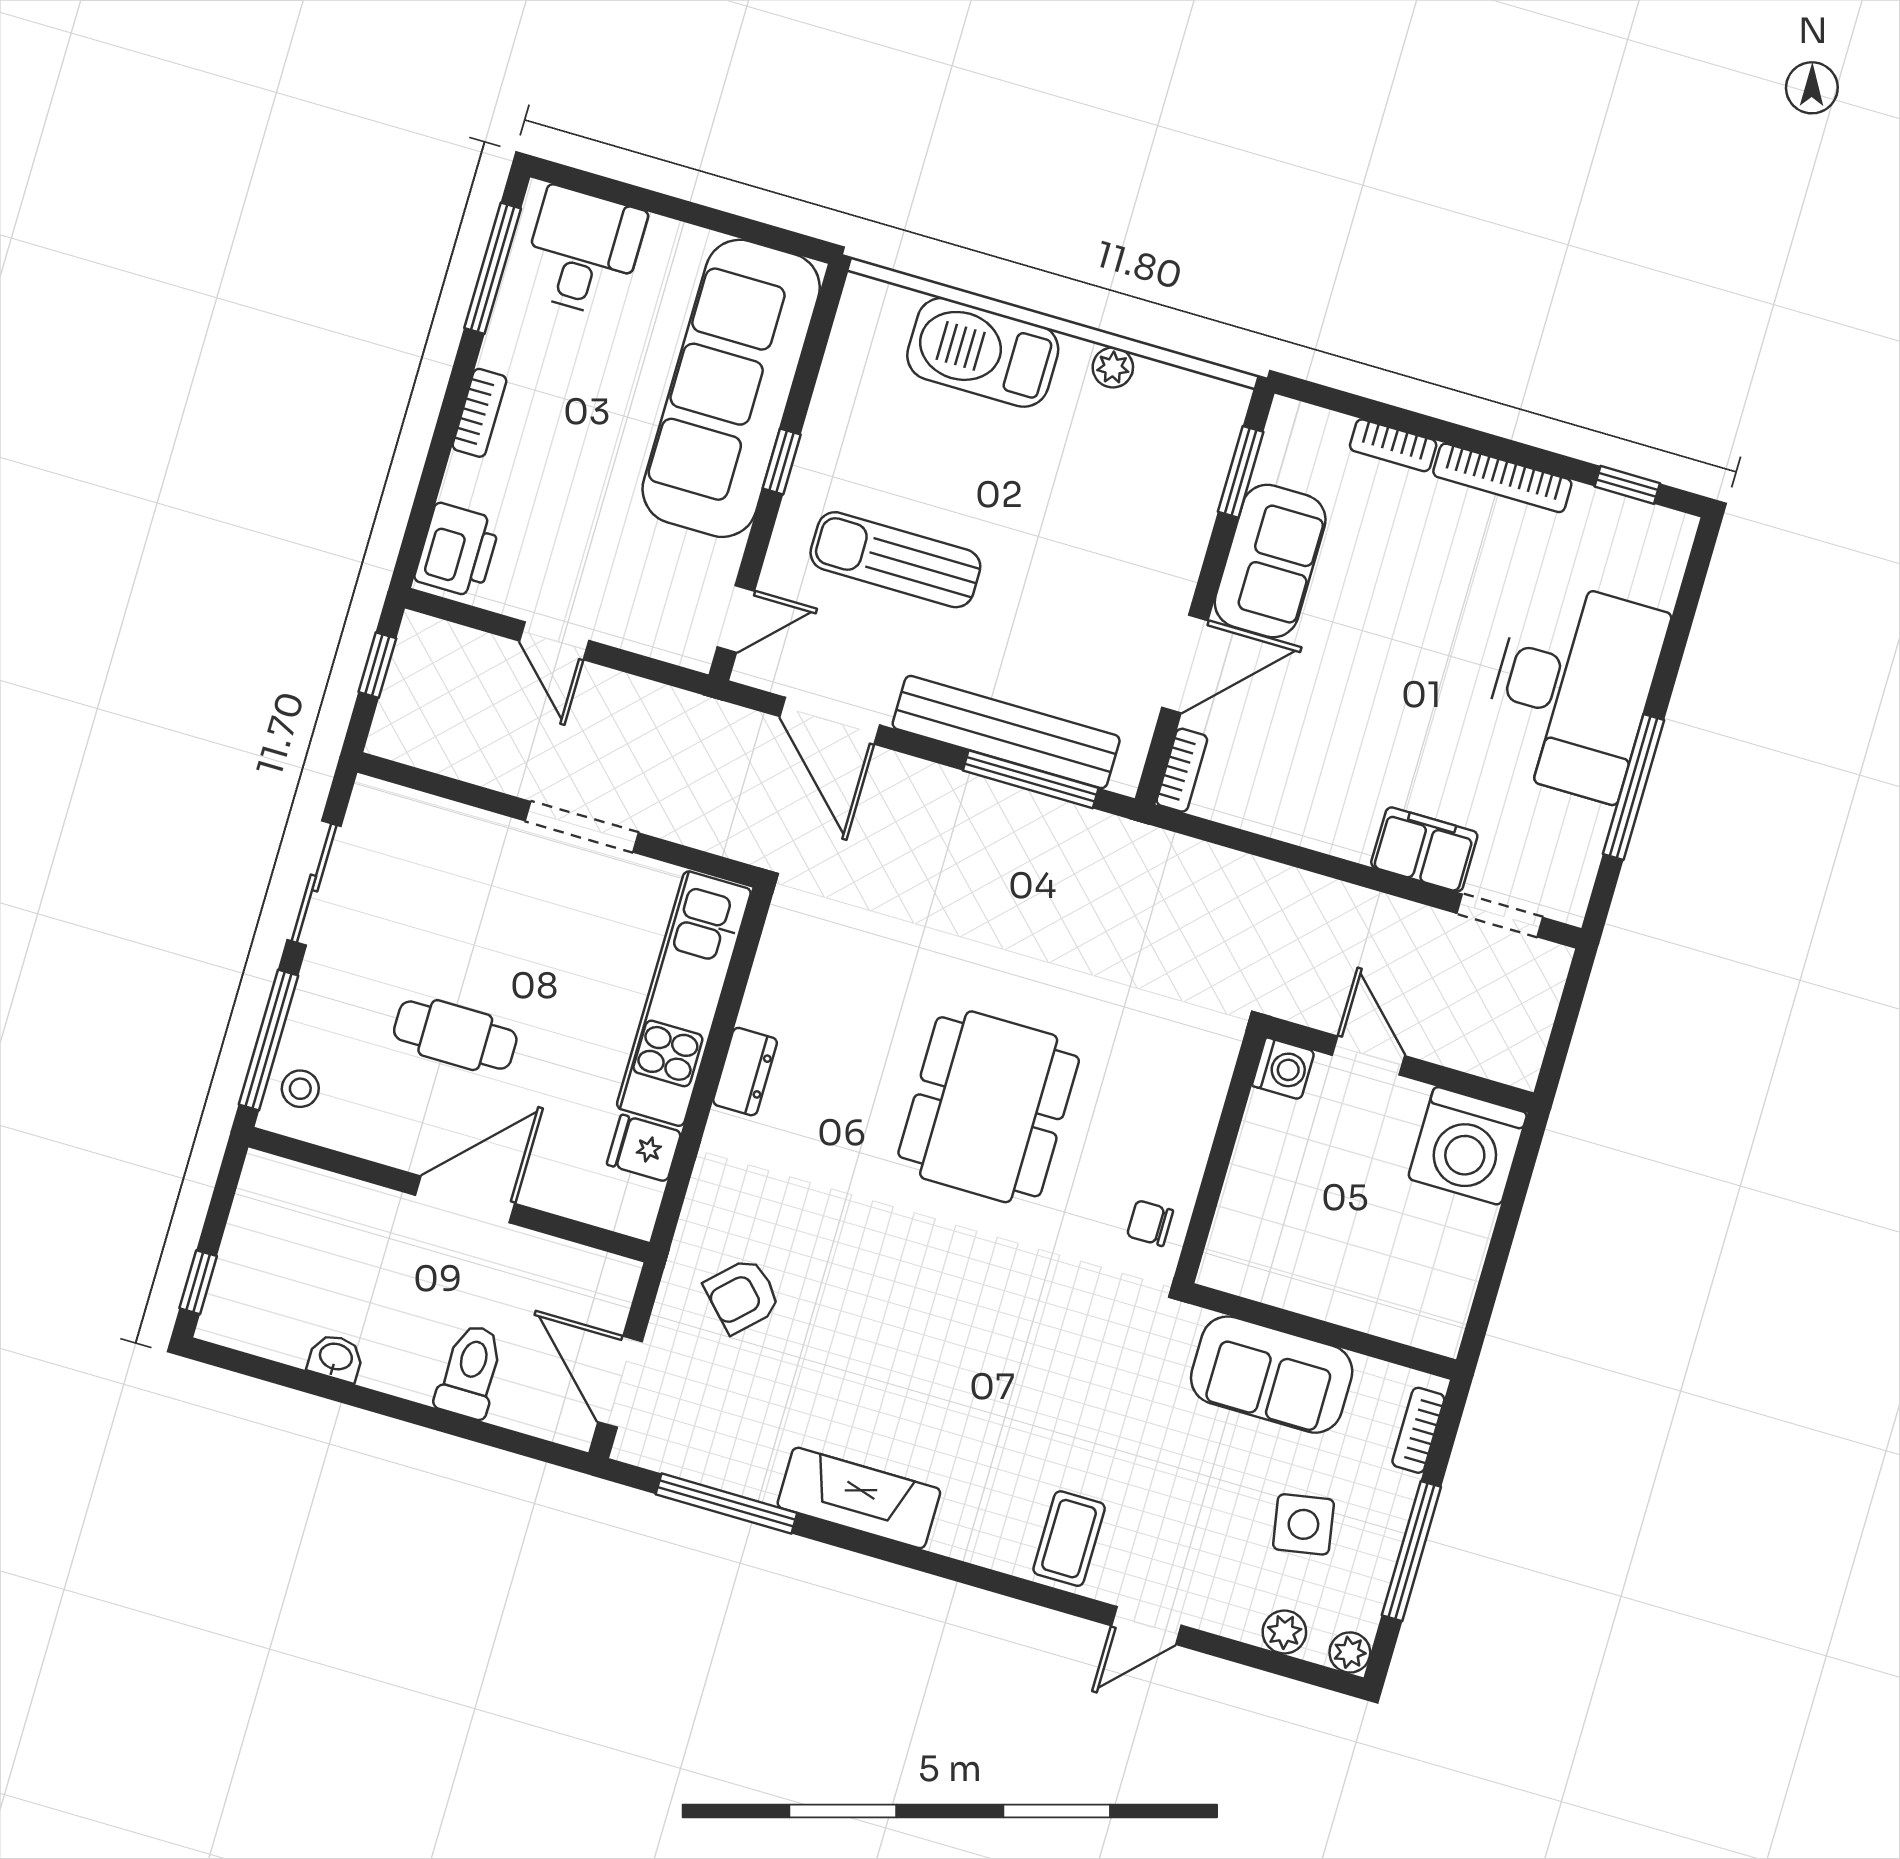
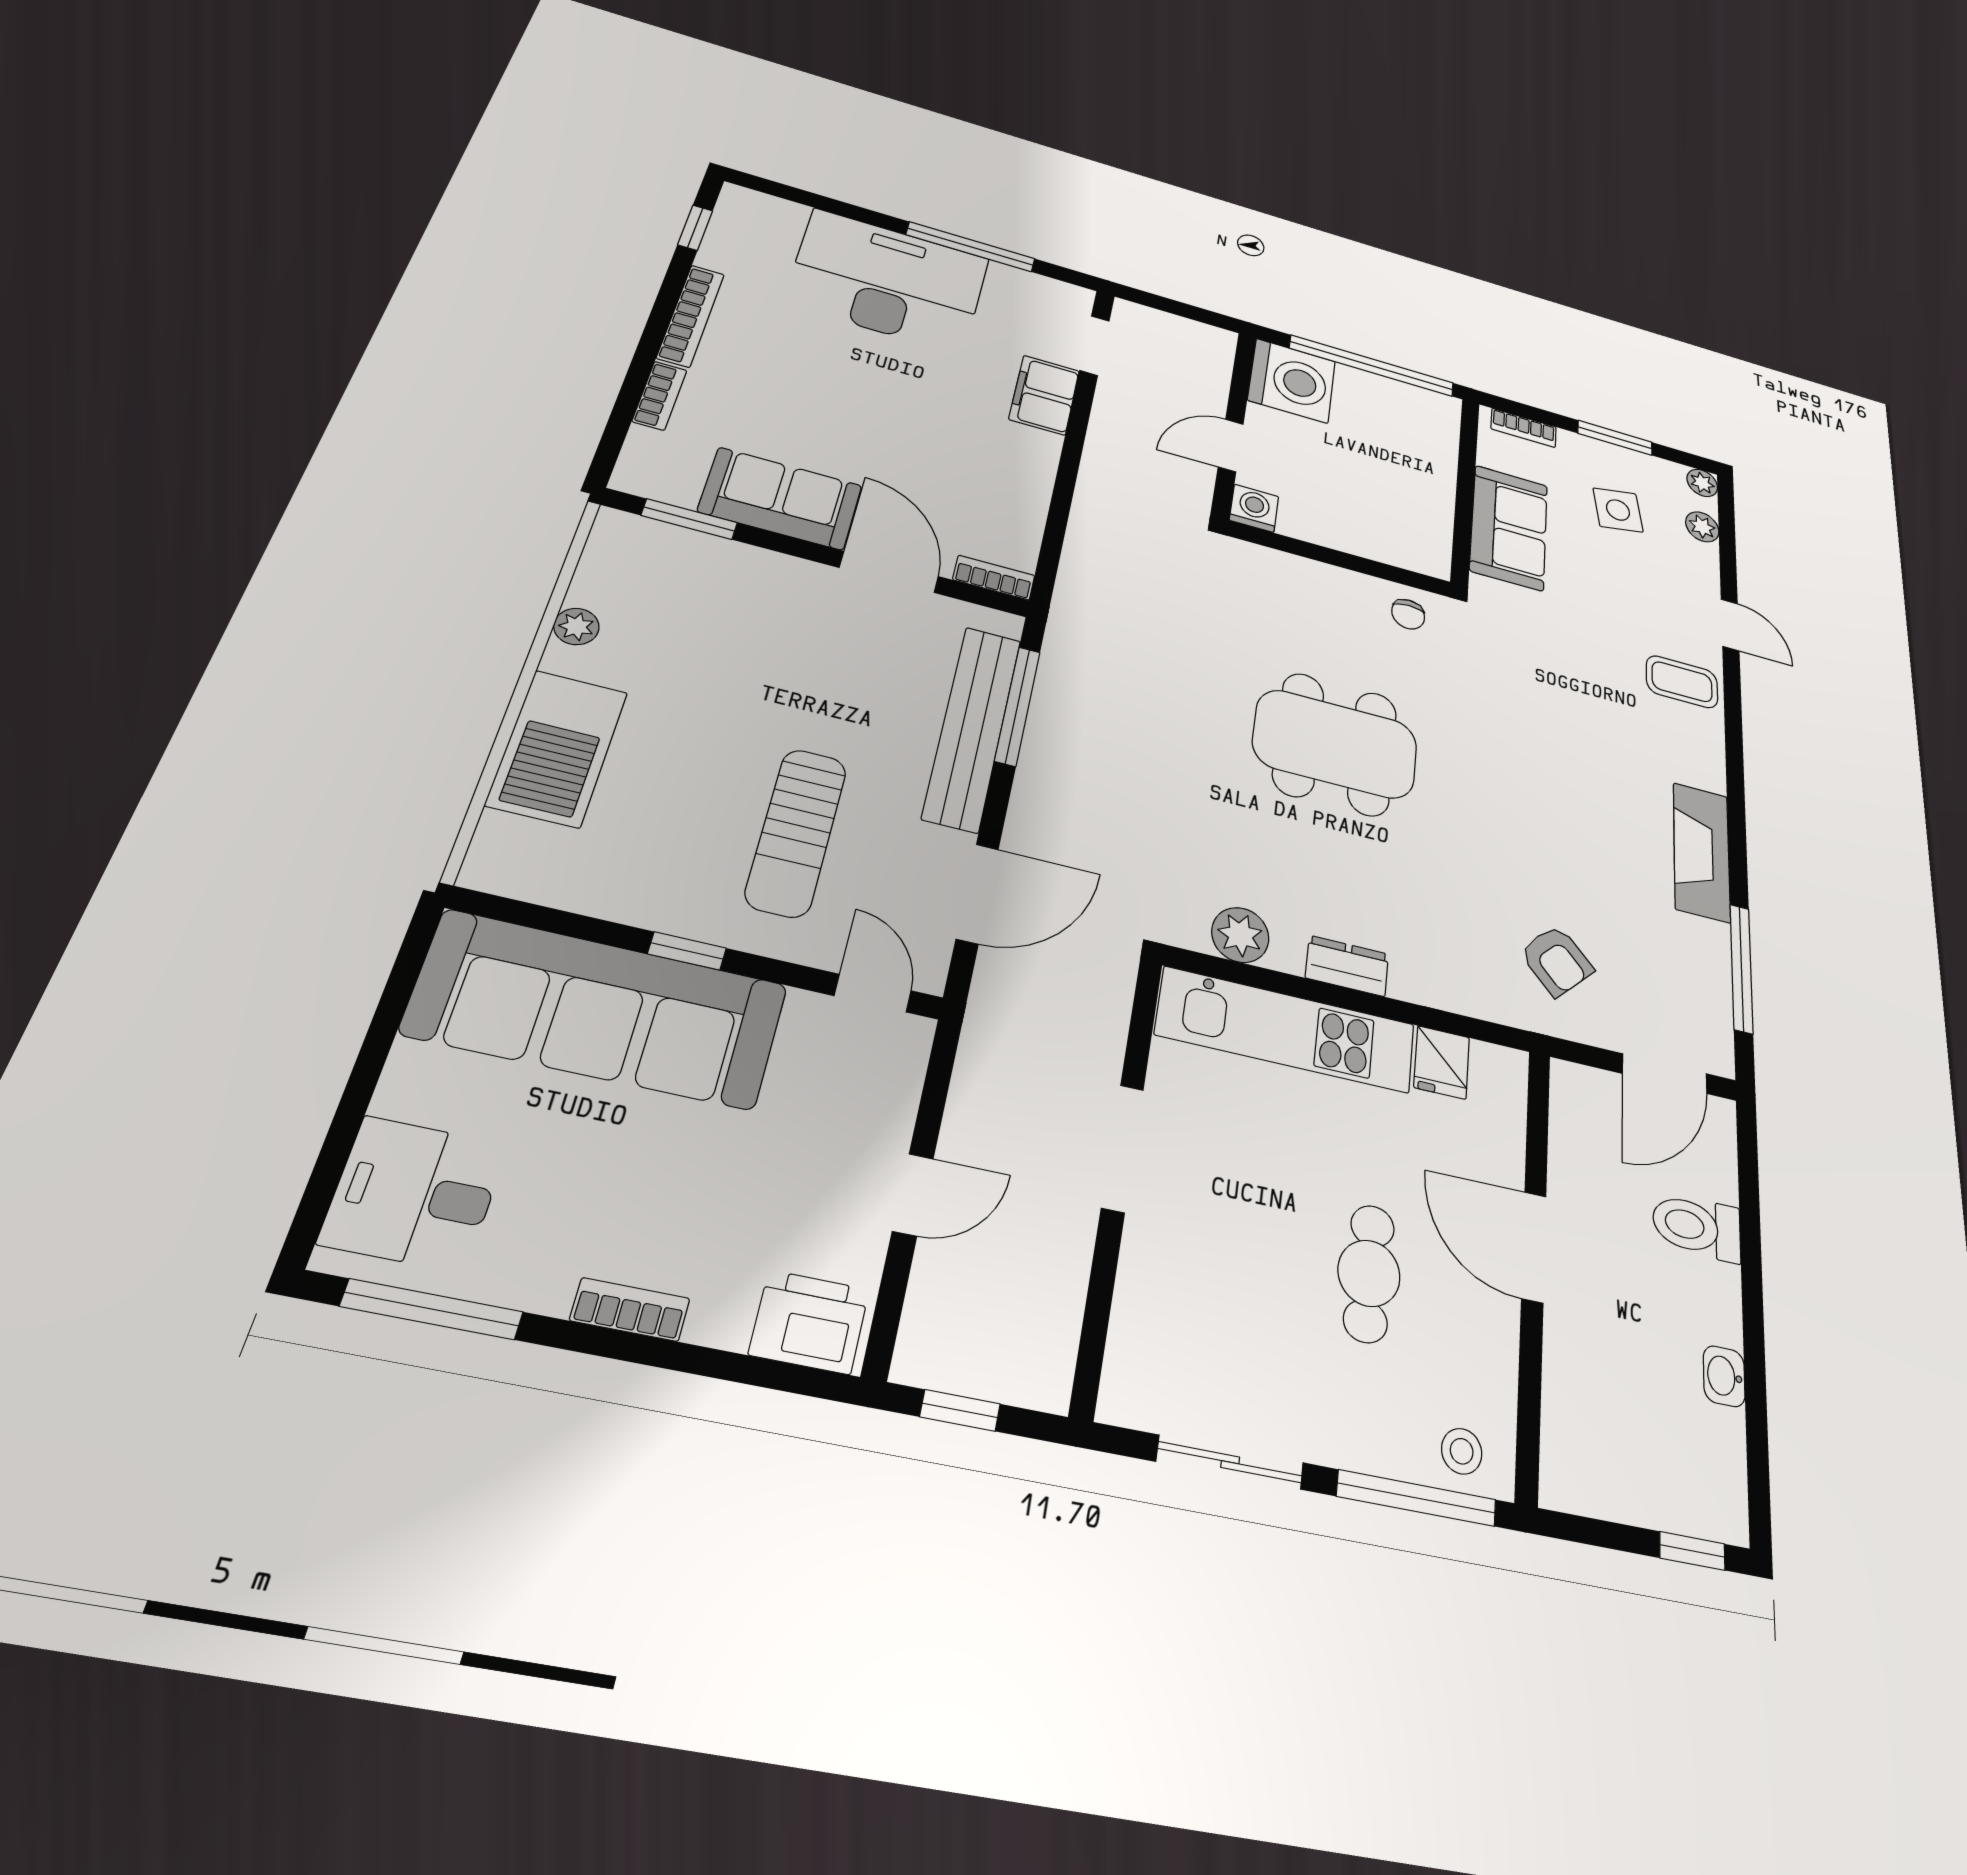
plant: (781, 969) -> (1240, 935), added
window: (1498, 1252) -> (1372, 366), added
window: (1411, 1551) -> (1615, 438), width x0.69

